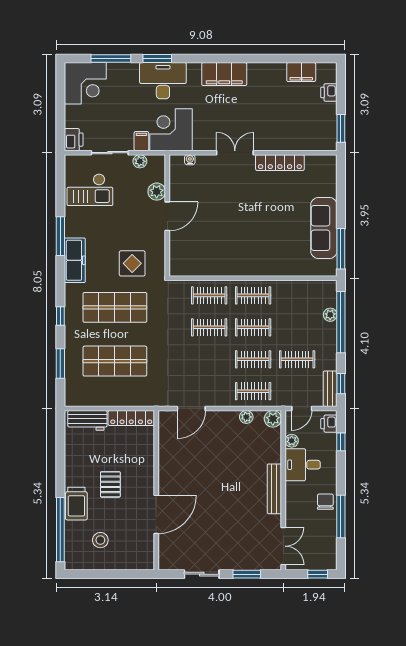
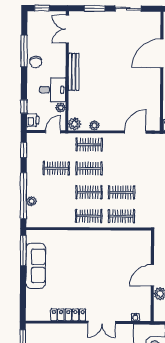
bench: (330, 389) -> (32, 146), removed

